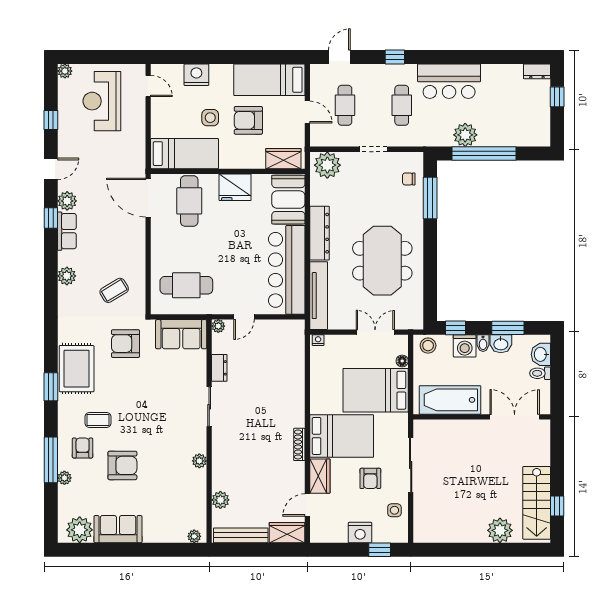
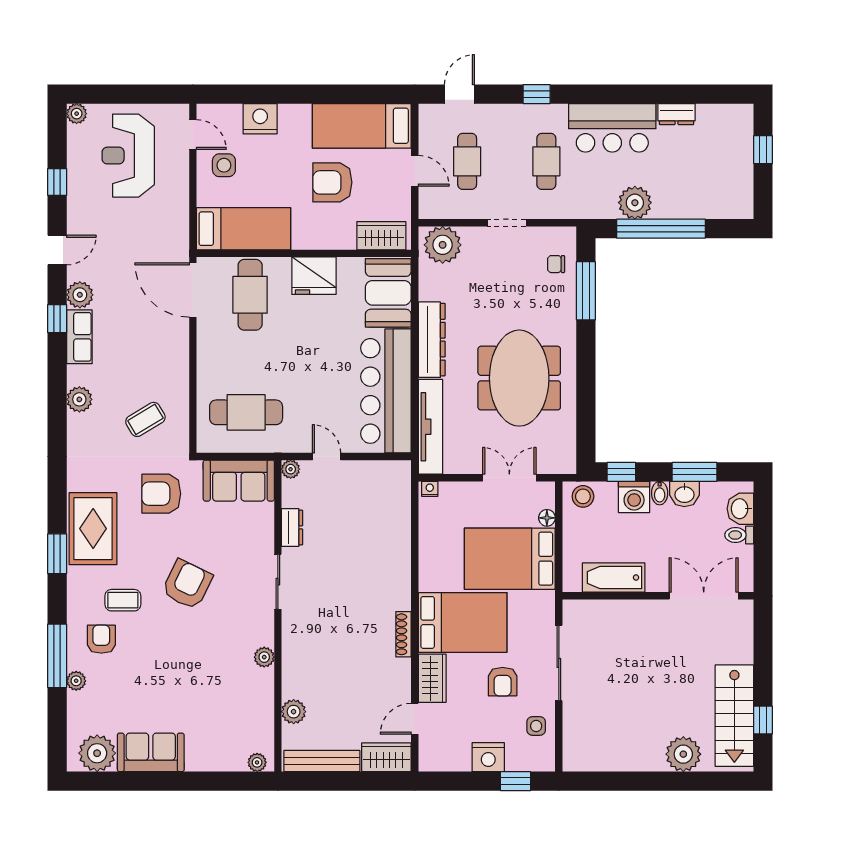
dresser: (537, 71) -> (677, 114), moved
side table: (210, 118) -> (224, 165), moved
door: (244, 317) -> (326, 456), swing flipped
bathtub: (450, 400) -> (614, 578), width x0.73, depth x0.73
armchair: (122, 465) -> (187, 584), moved, turned -64

